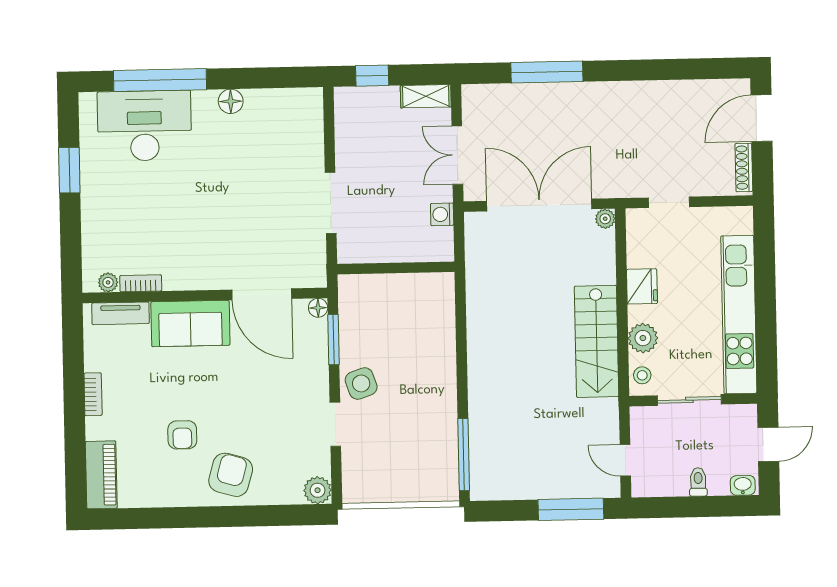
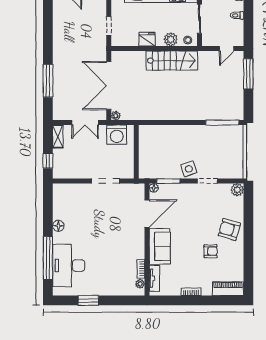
washing machine: (442, 214) -> (117, 135), width x1.89, depth x1.89
plant: (605, 219) -> (116, 116), moved

